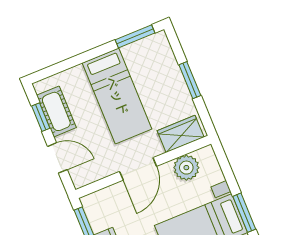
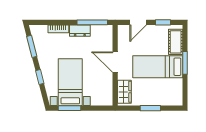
window: (135, 36) -> (185, 63), moved
cot: (56, 111) -> (176, 42), moved, turned 90
plant: (186, 168) -> (105, 88), removed

